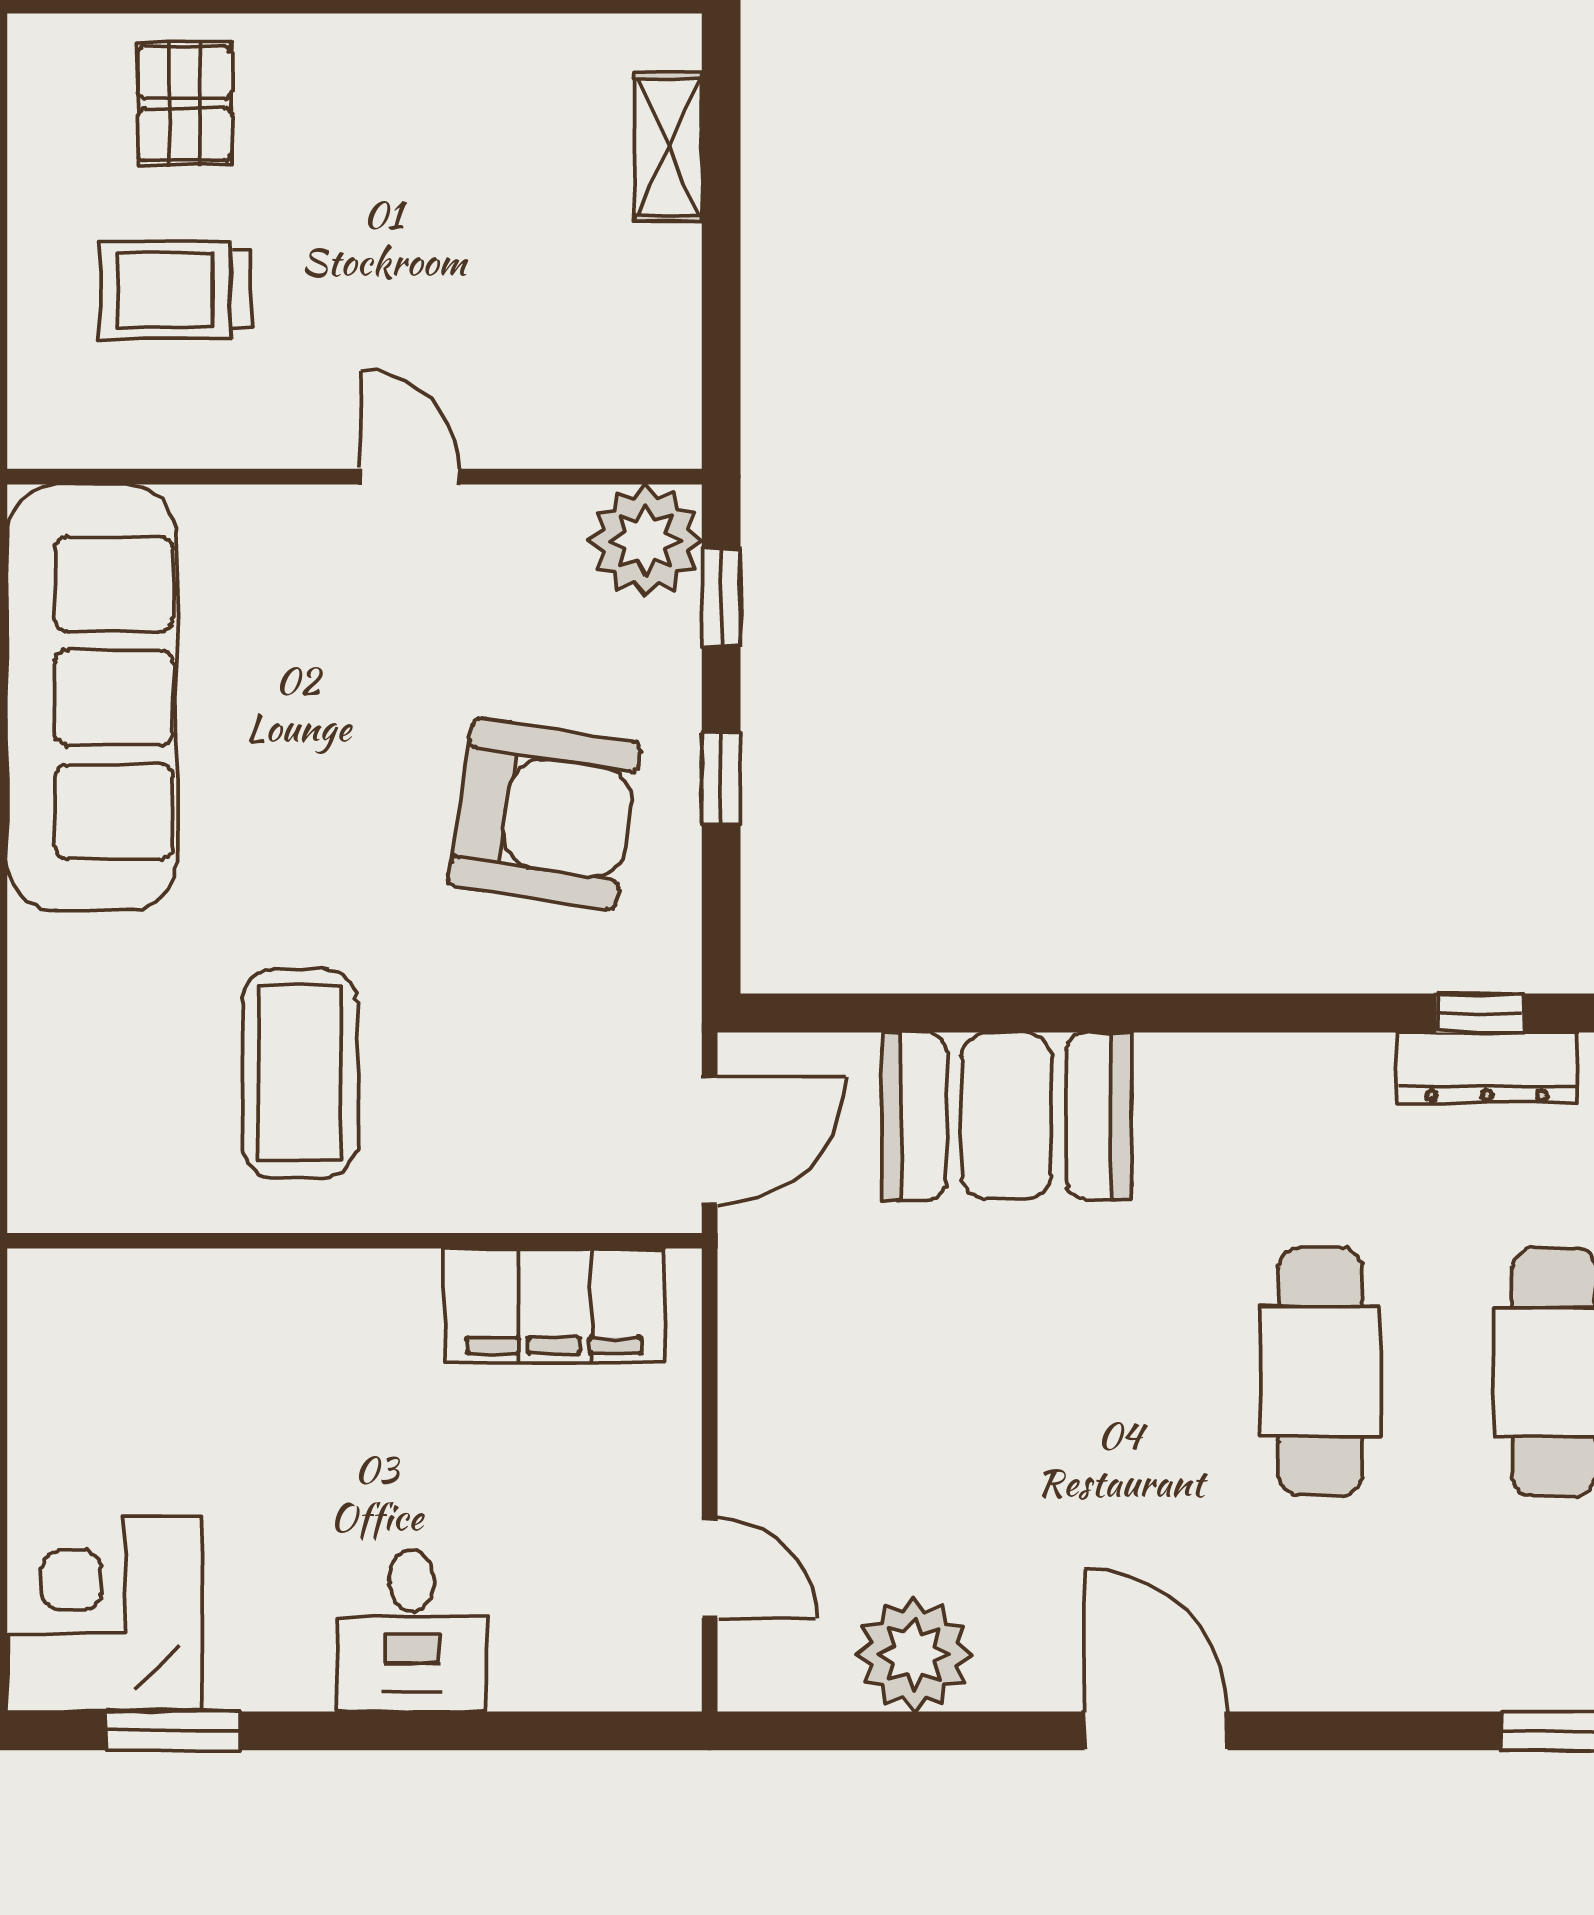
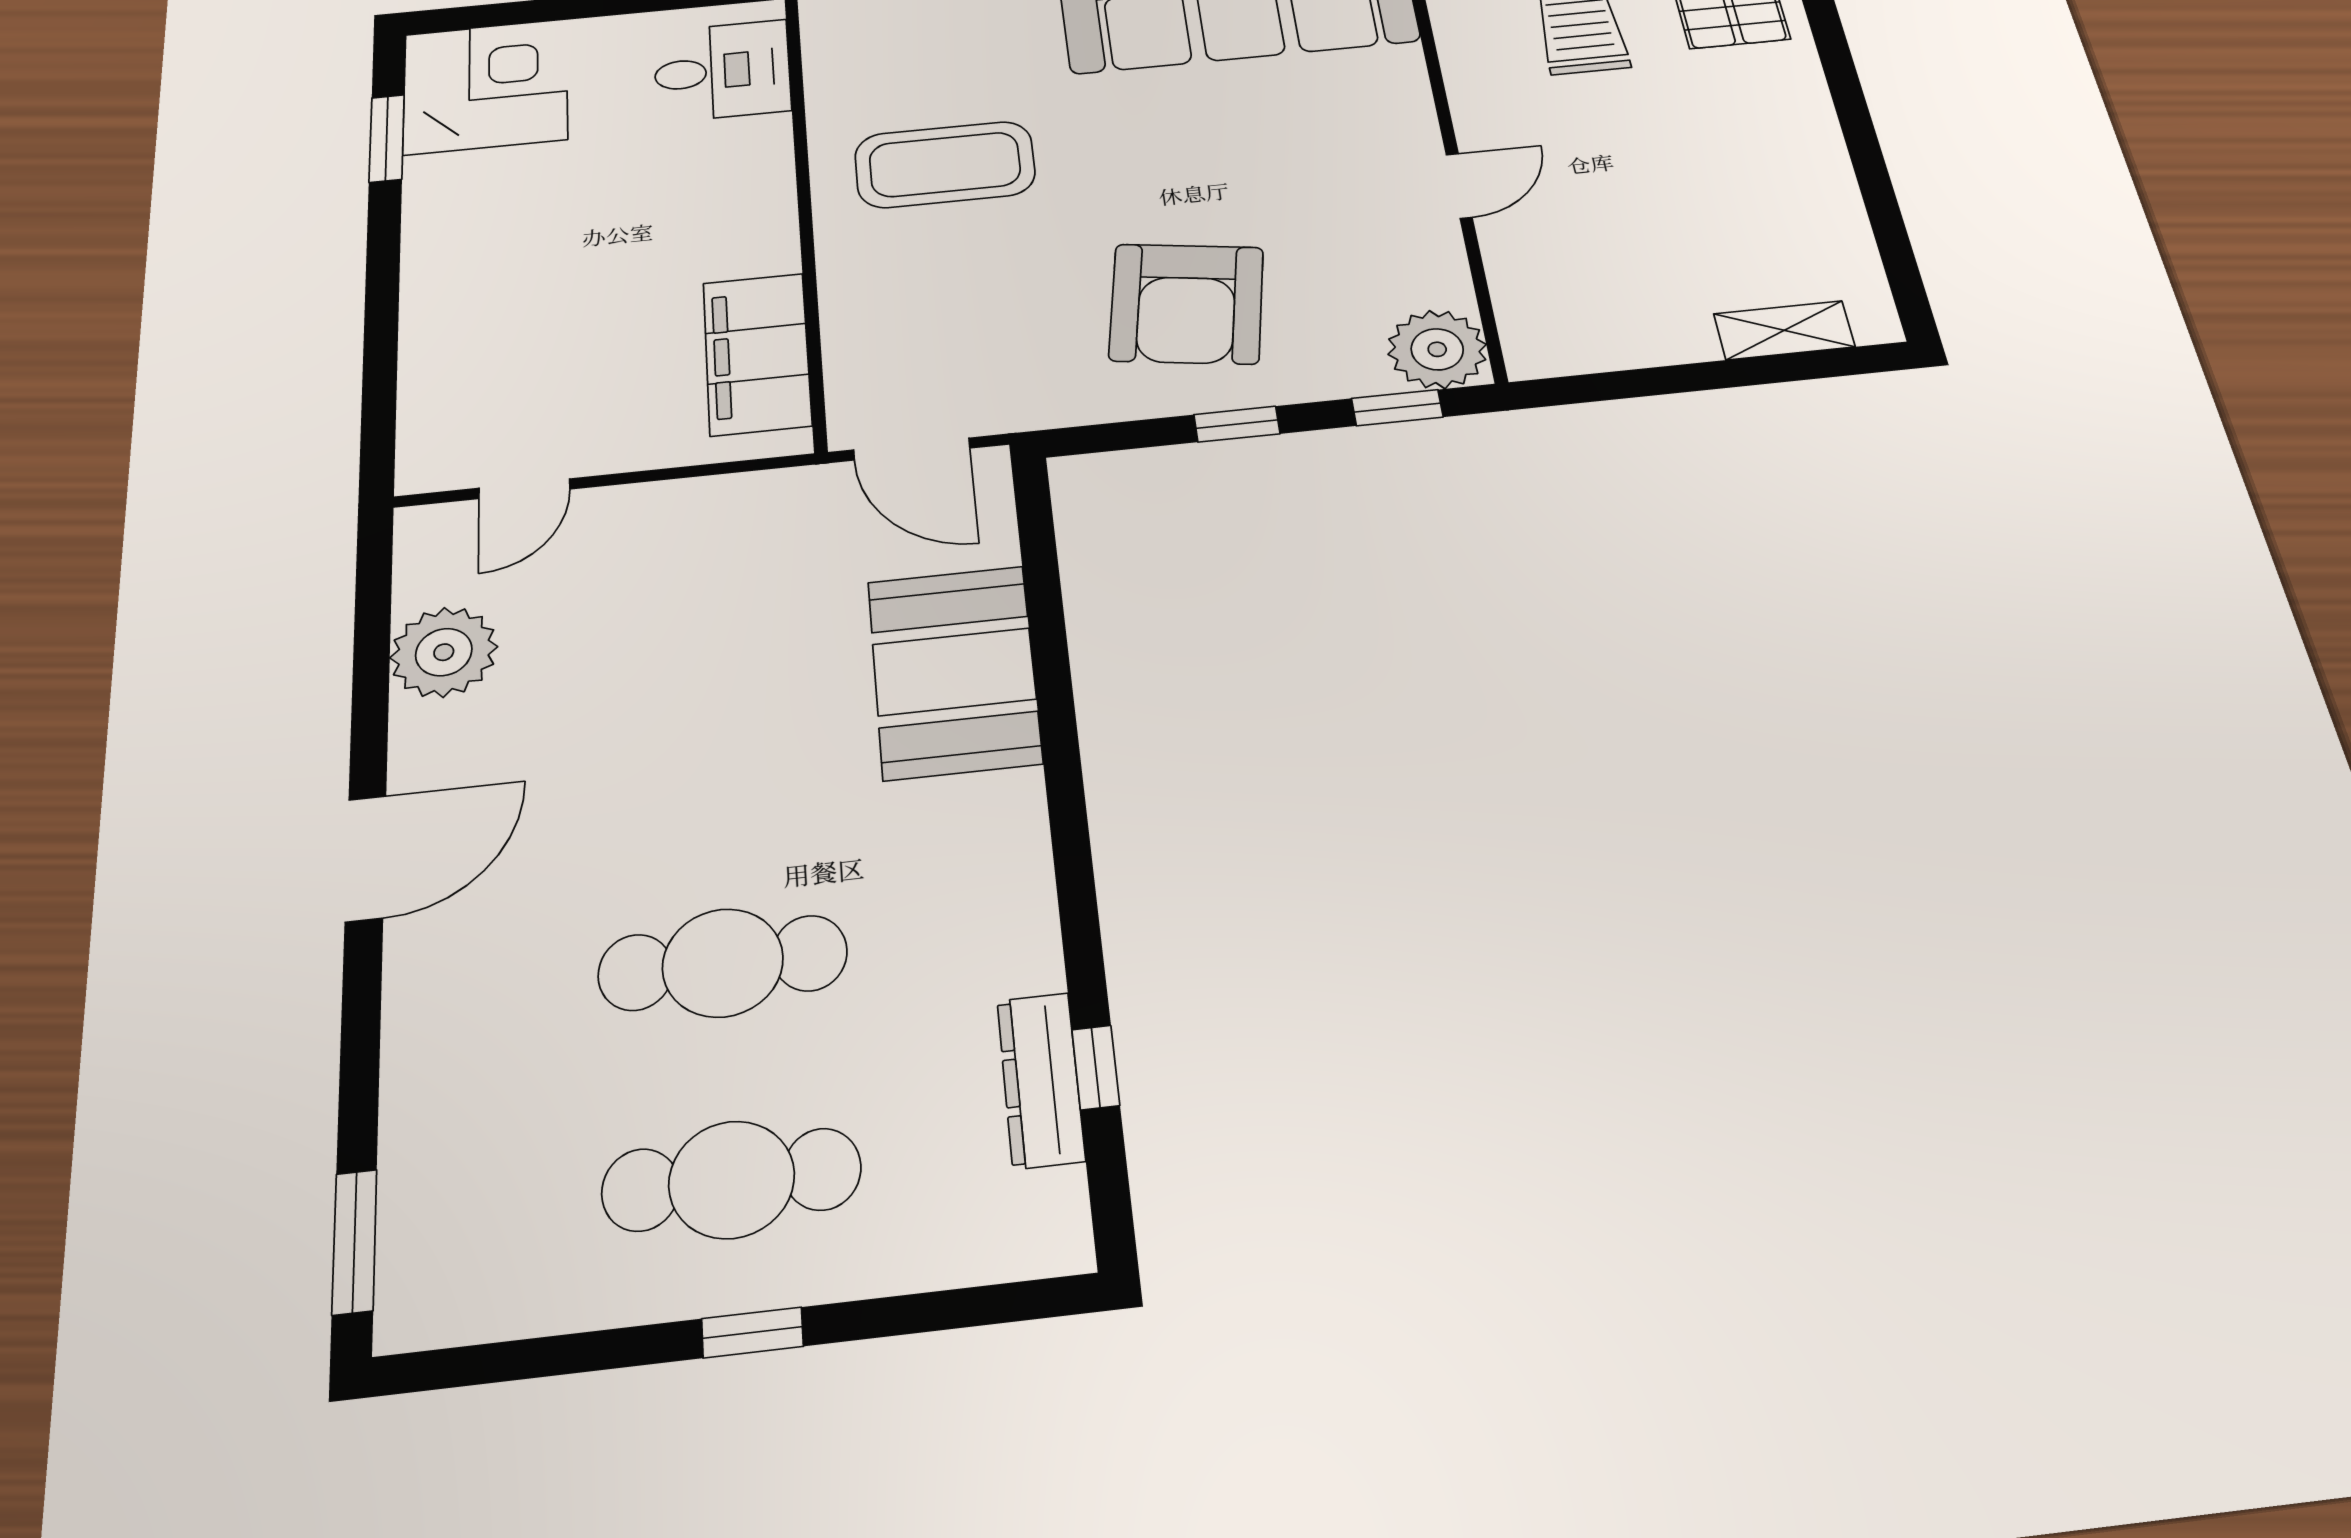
desk: (412, 1631) -> (722, 71), moved, turned 180

